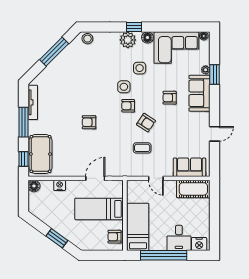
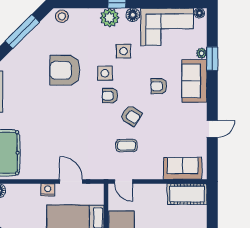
armchair: (89, 122) -> (65, 70), moved, width x1.88, depth x1.88
door: (95, 178) -> (71, 181), hinge flipped
door: (156, 178) -> (124, 181), moved
nightstand: (60, 185) -> (48, 190), moved

